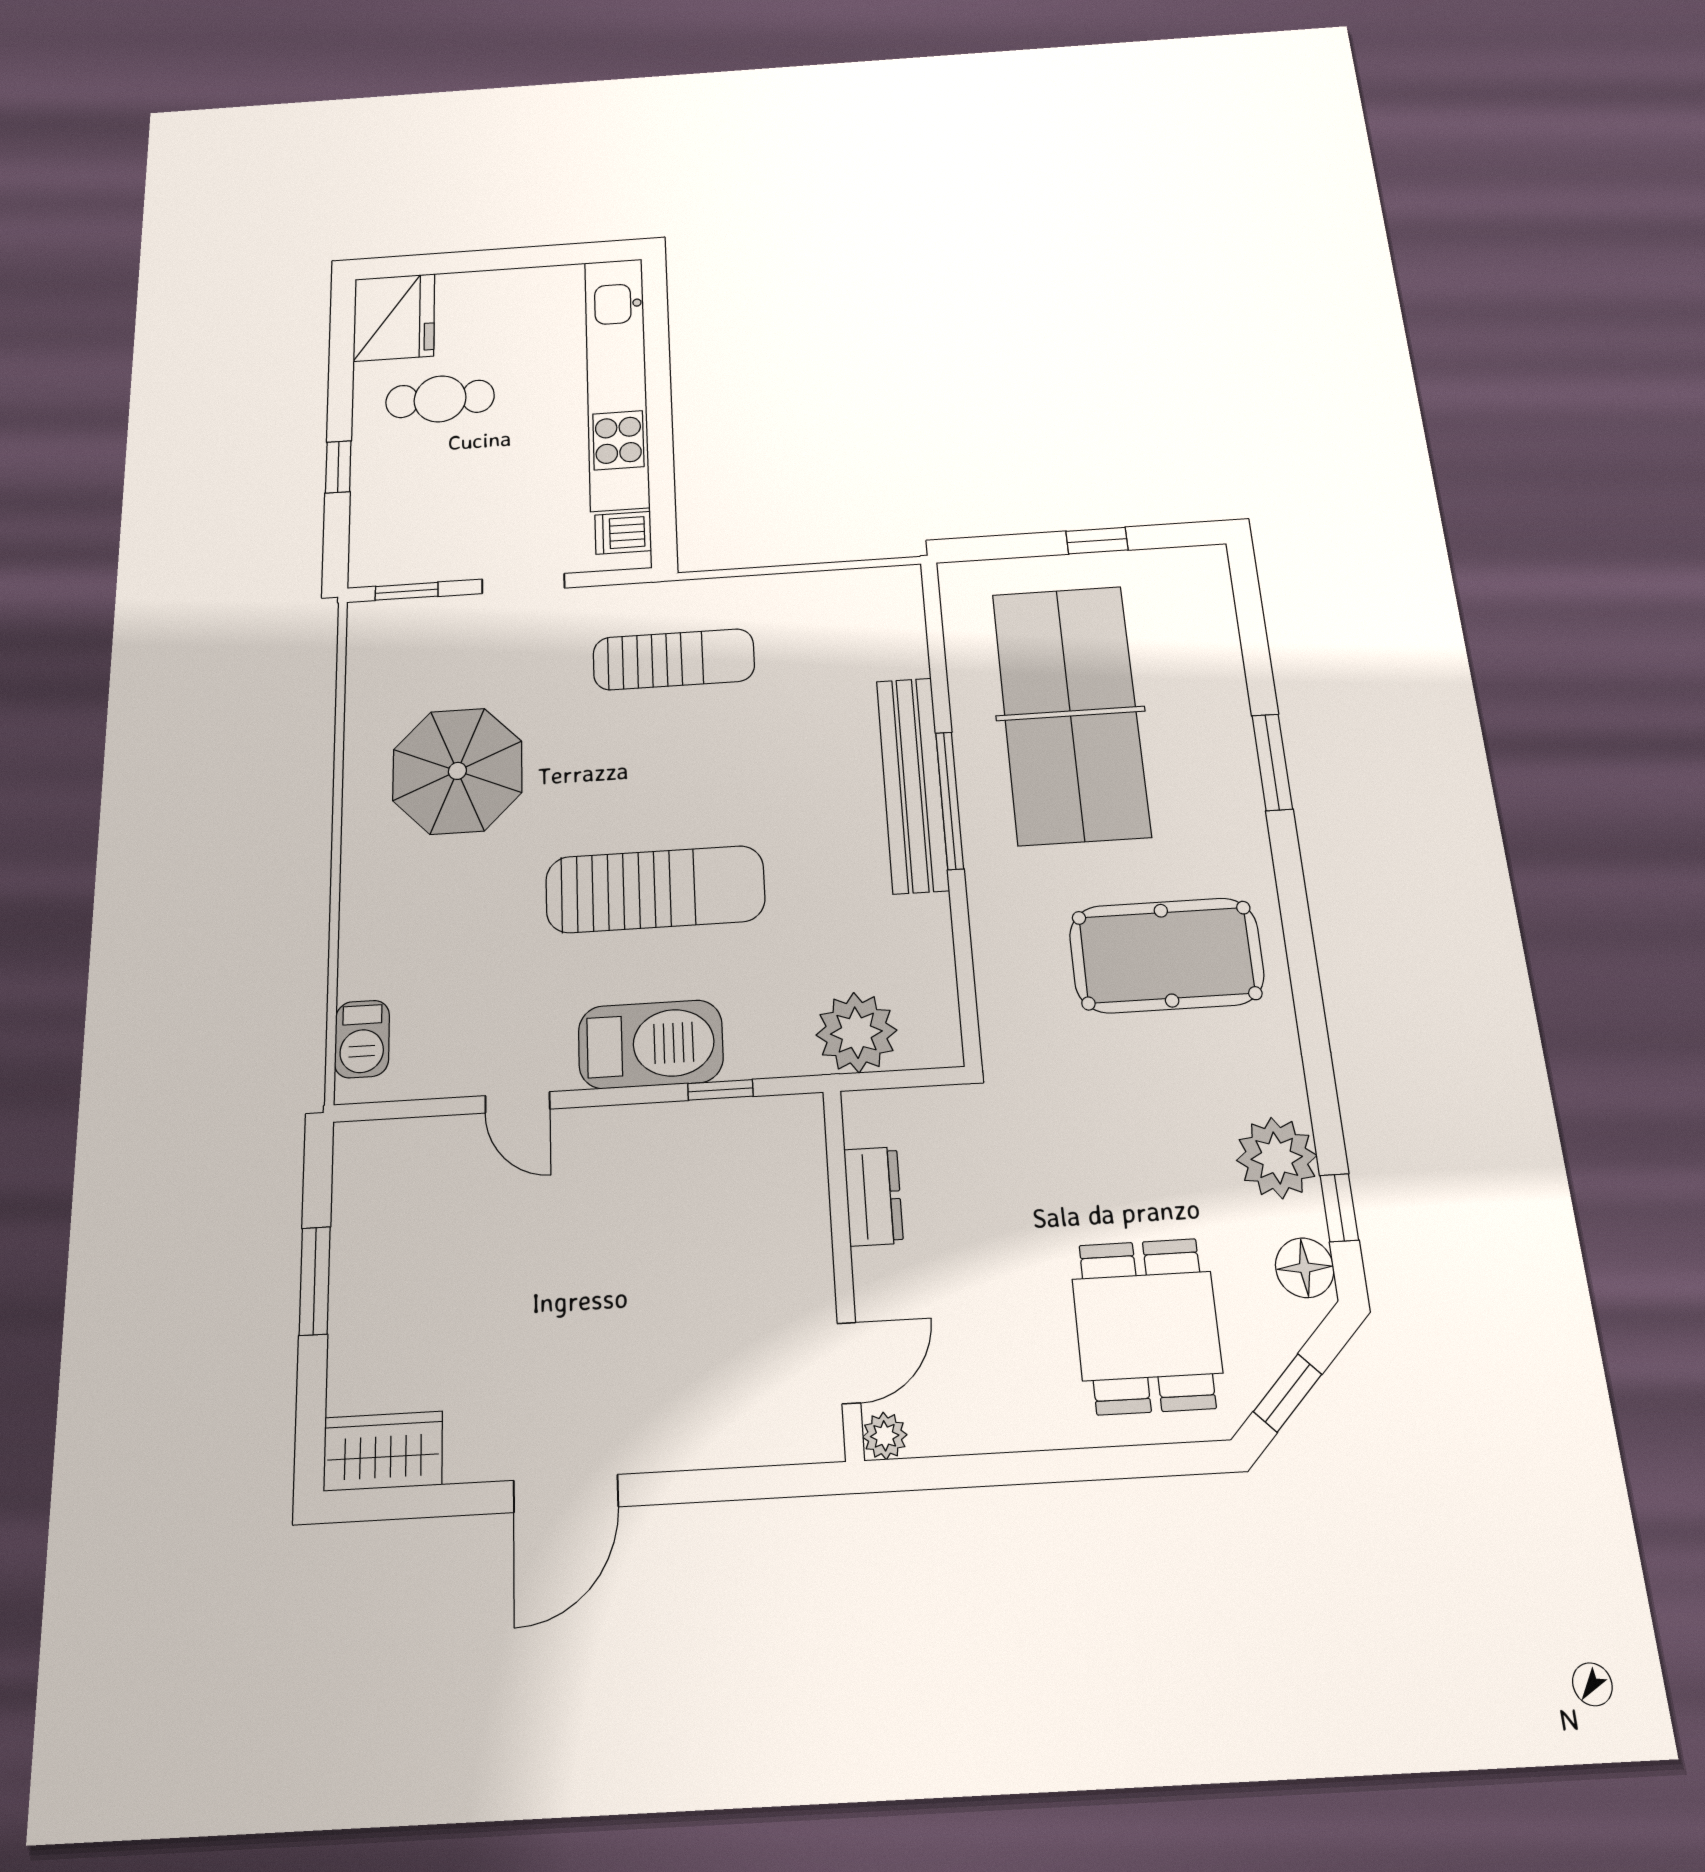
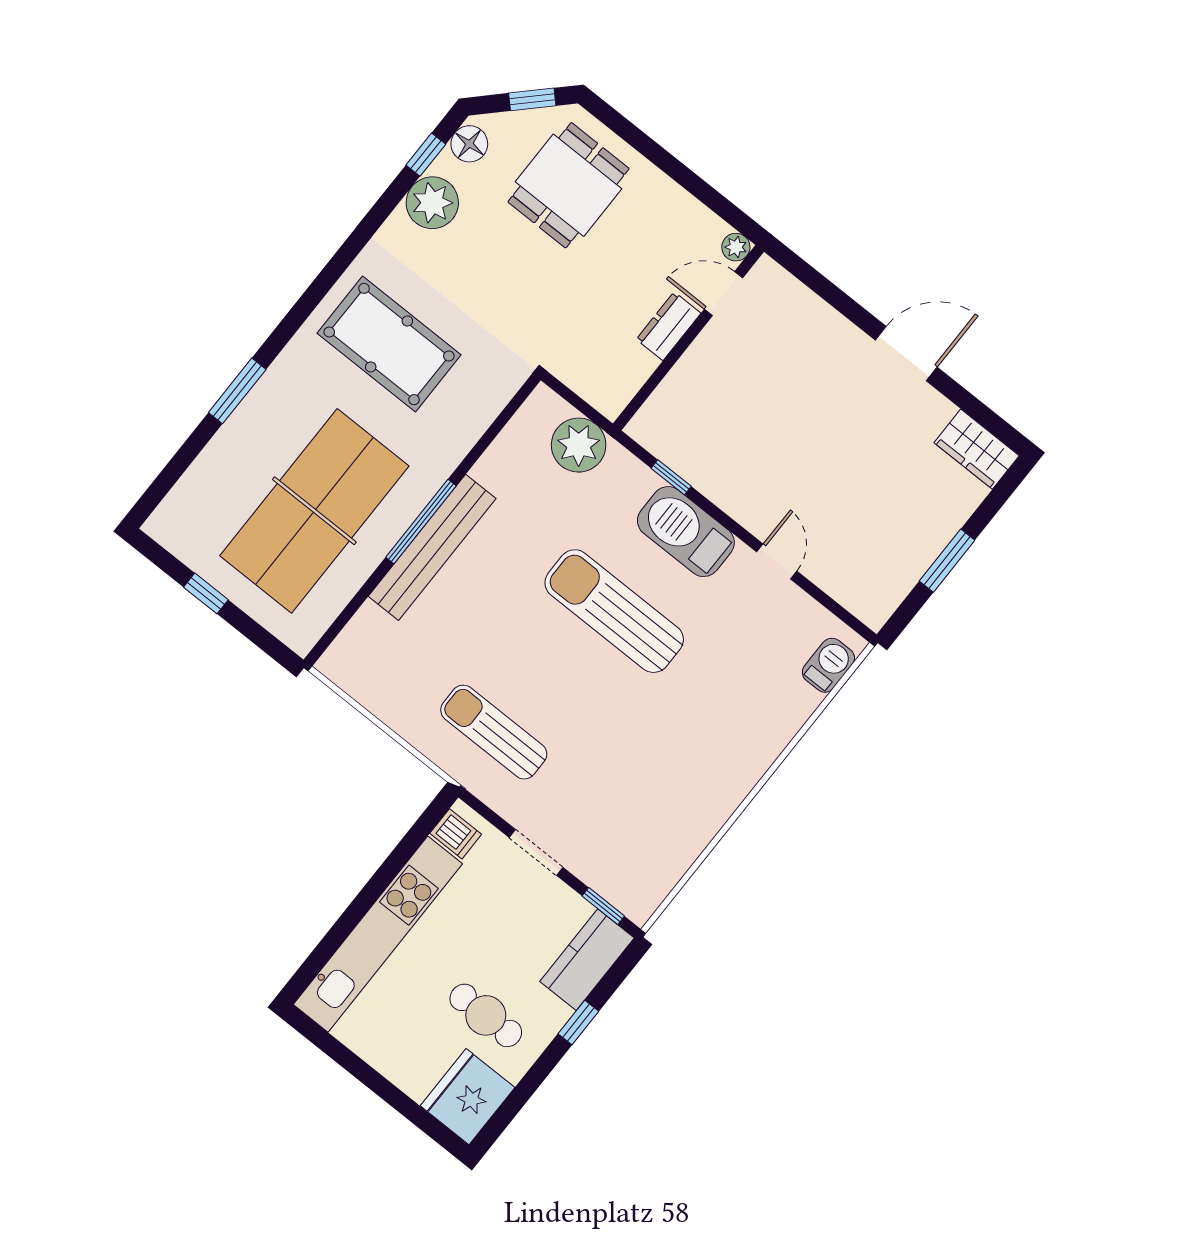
kitchen counter: (380, 529) -> (587, 960), added
parasol: (457, 771) -> (662, 771), removed
dresser: (873, 1196) -> (669, 326), moved

